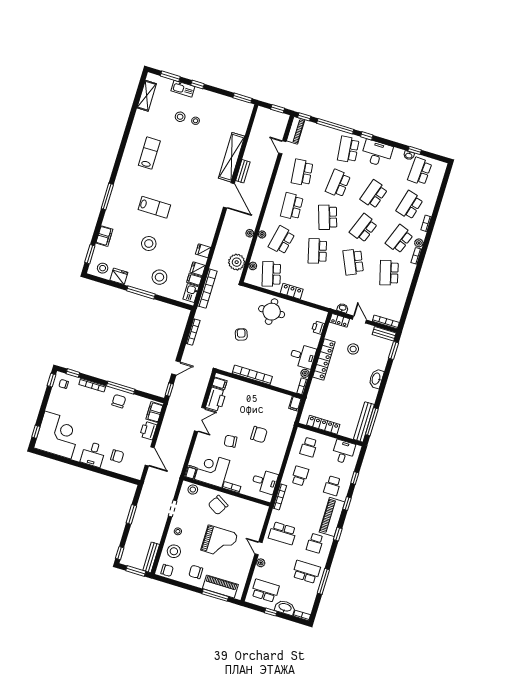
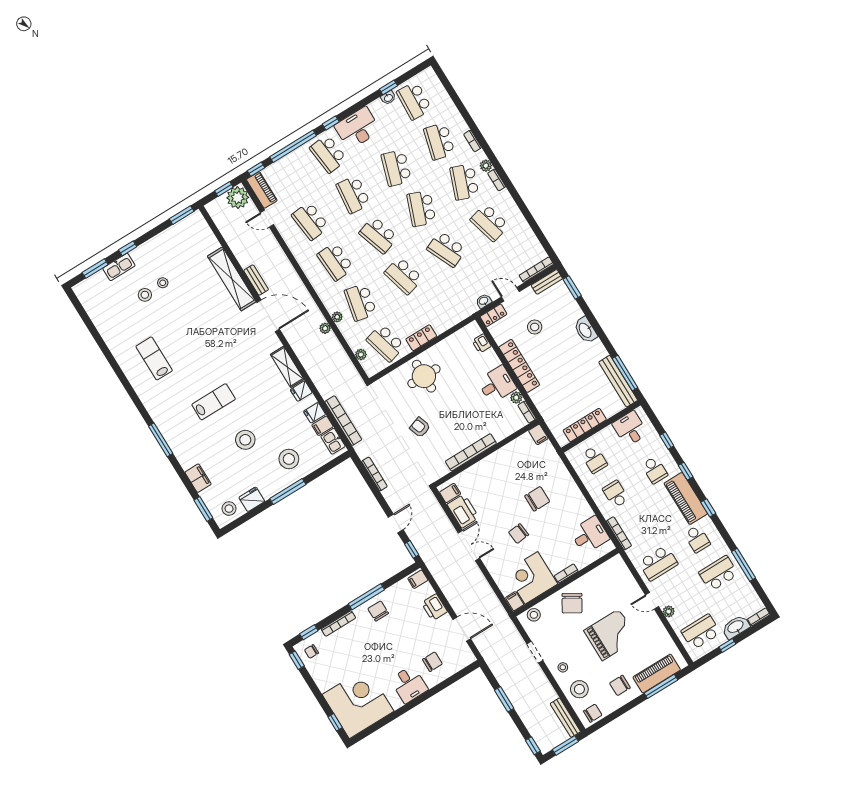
shelving: (147, 96) -> (287, 367), moved
plant: (237, 262) -> (238, 198), moved
filing cabinet: (154, 412) -> (418, 579), width x0.50

